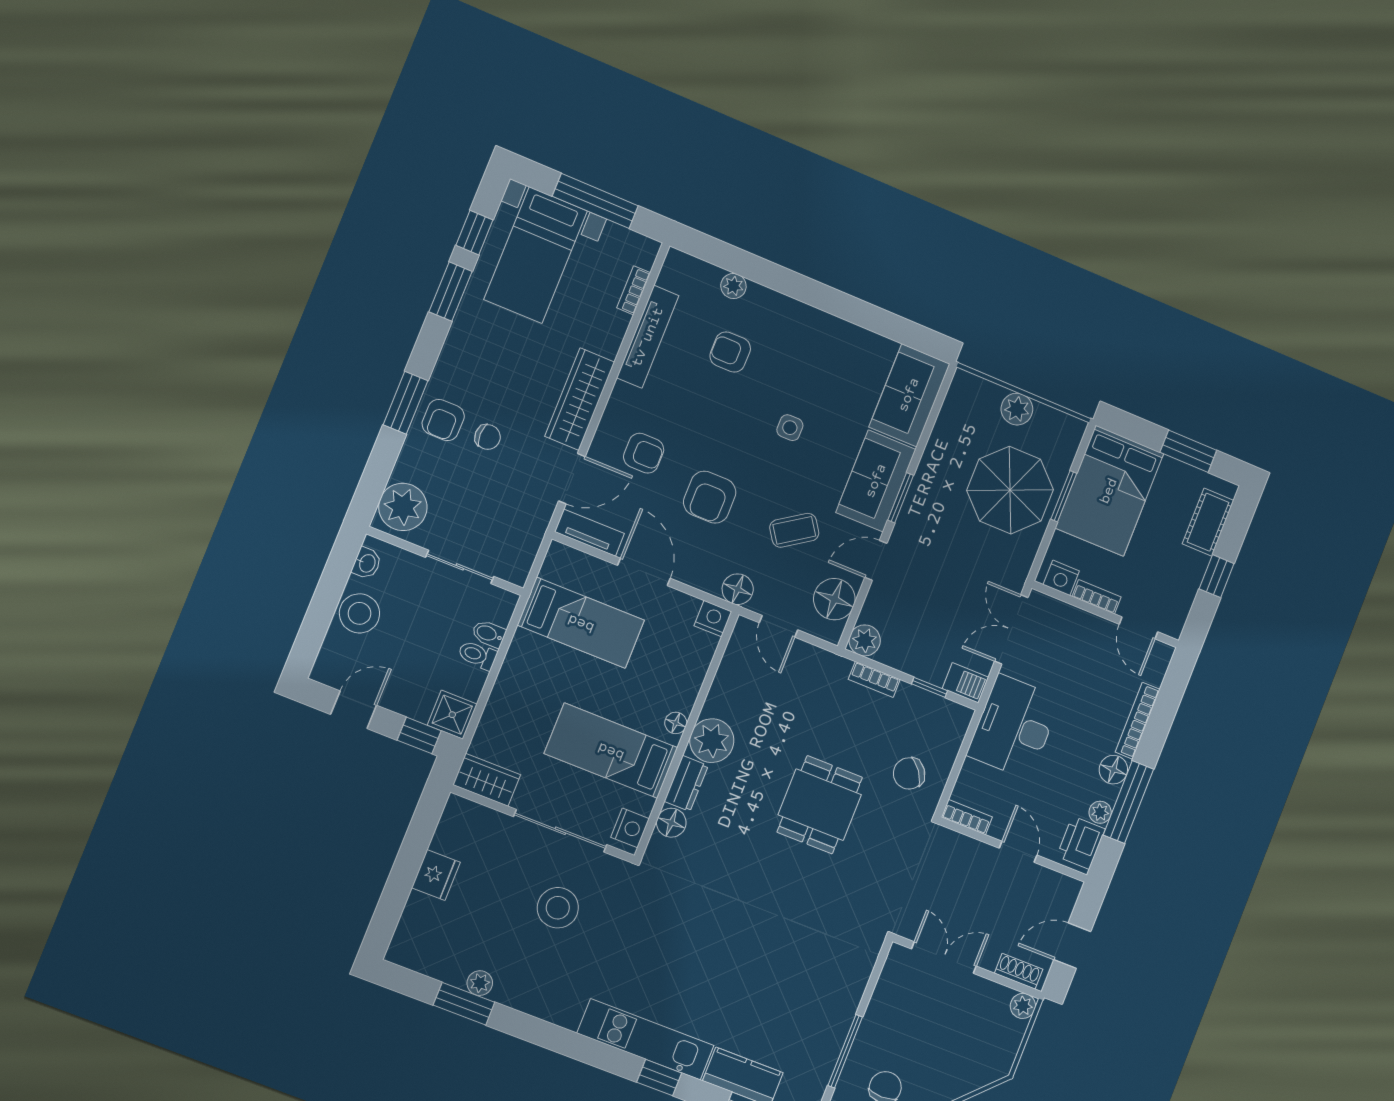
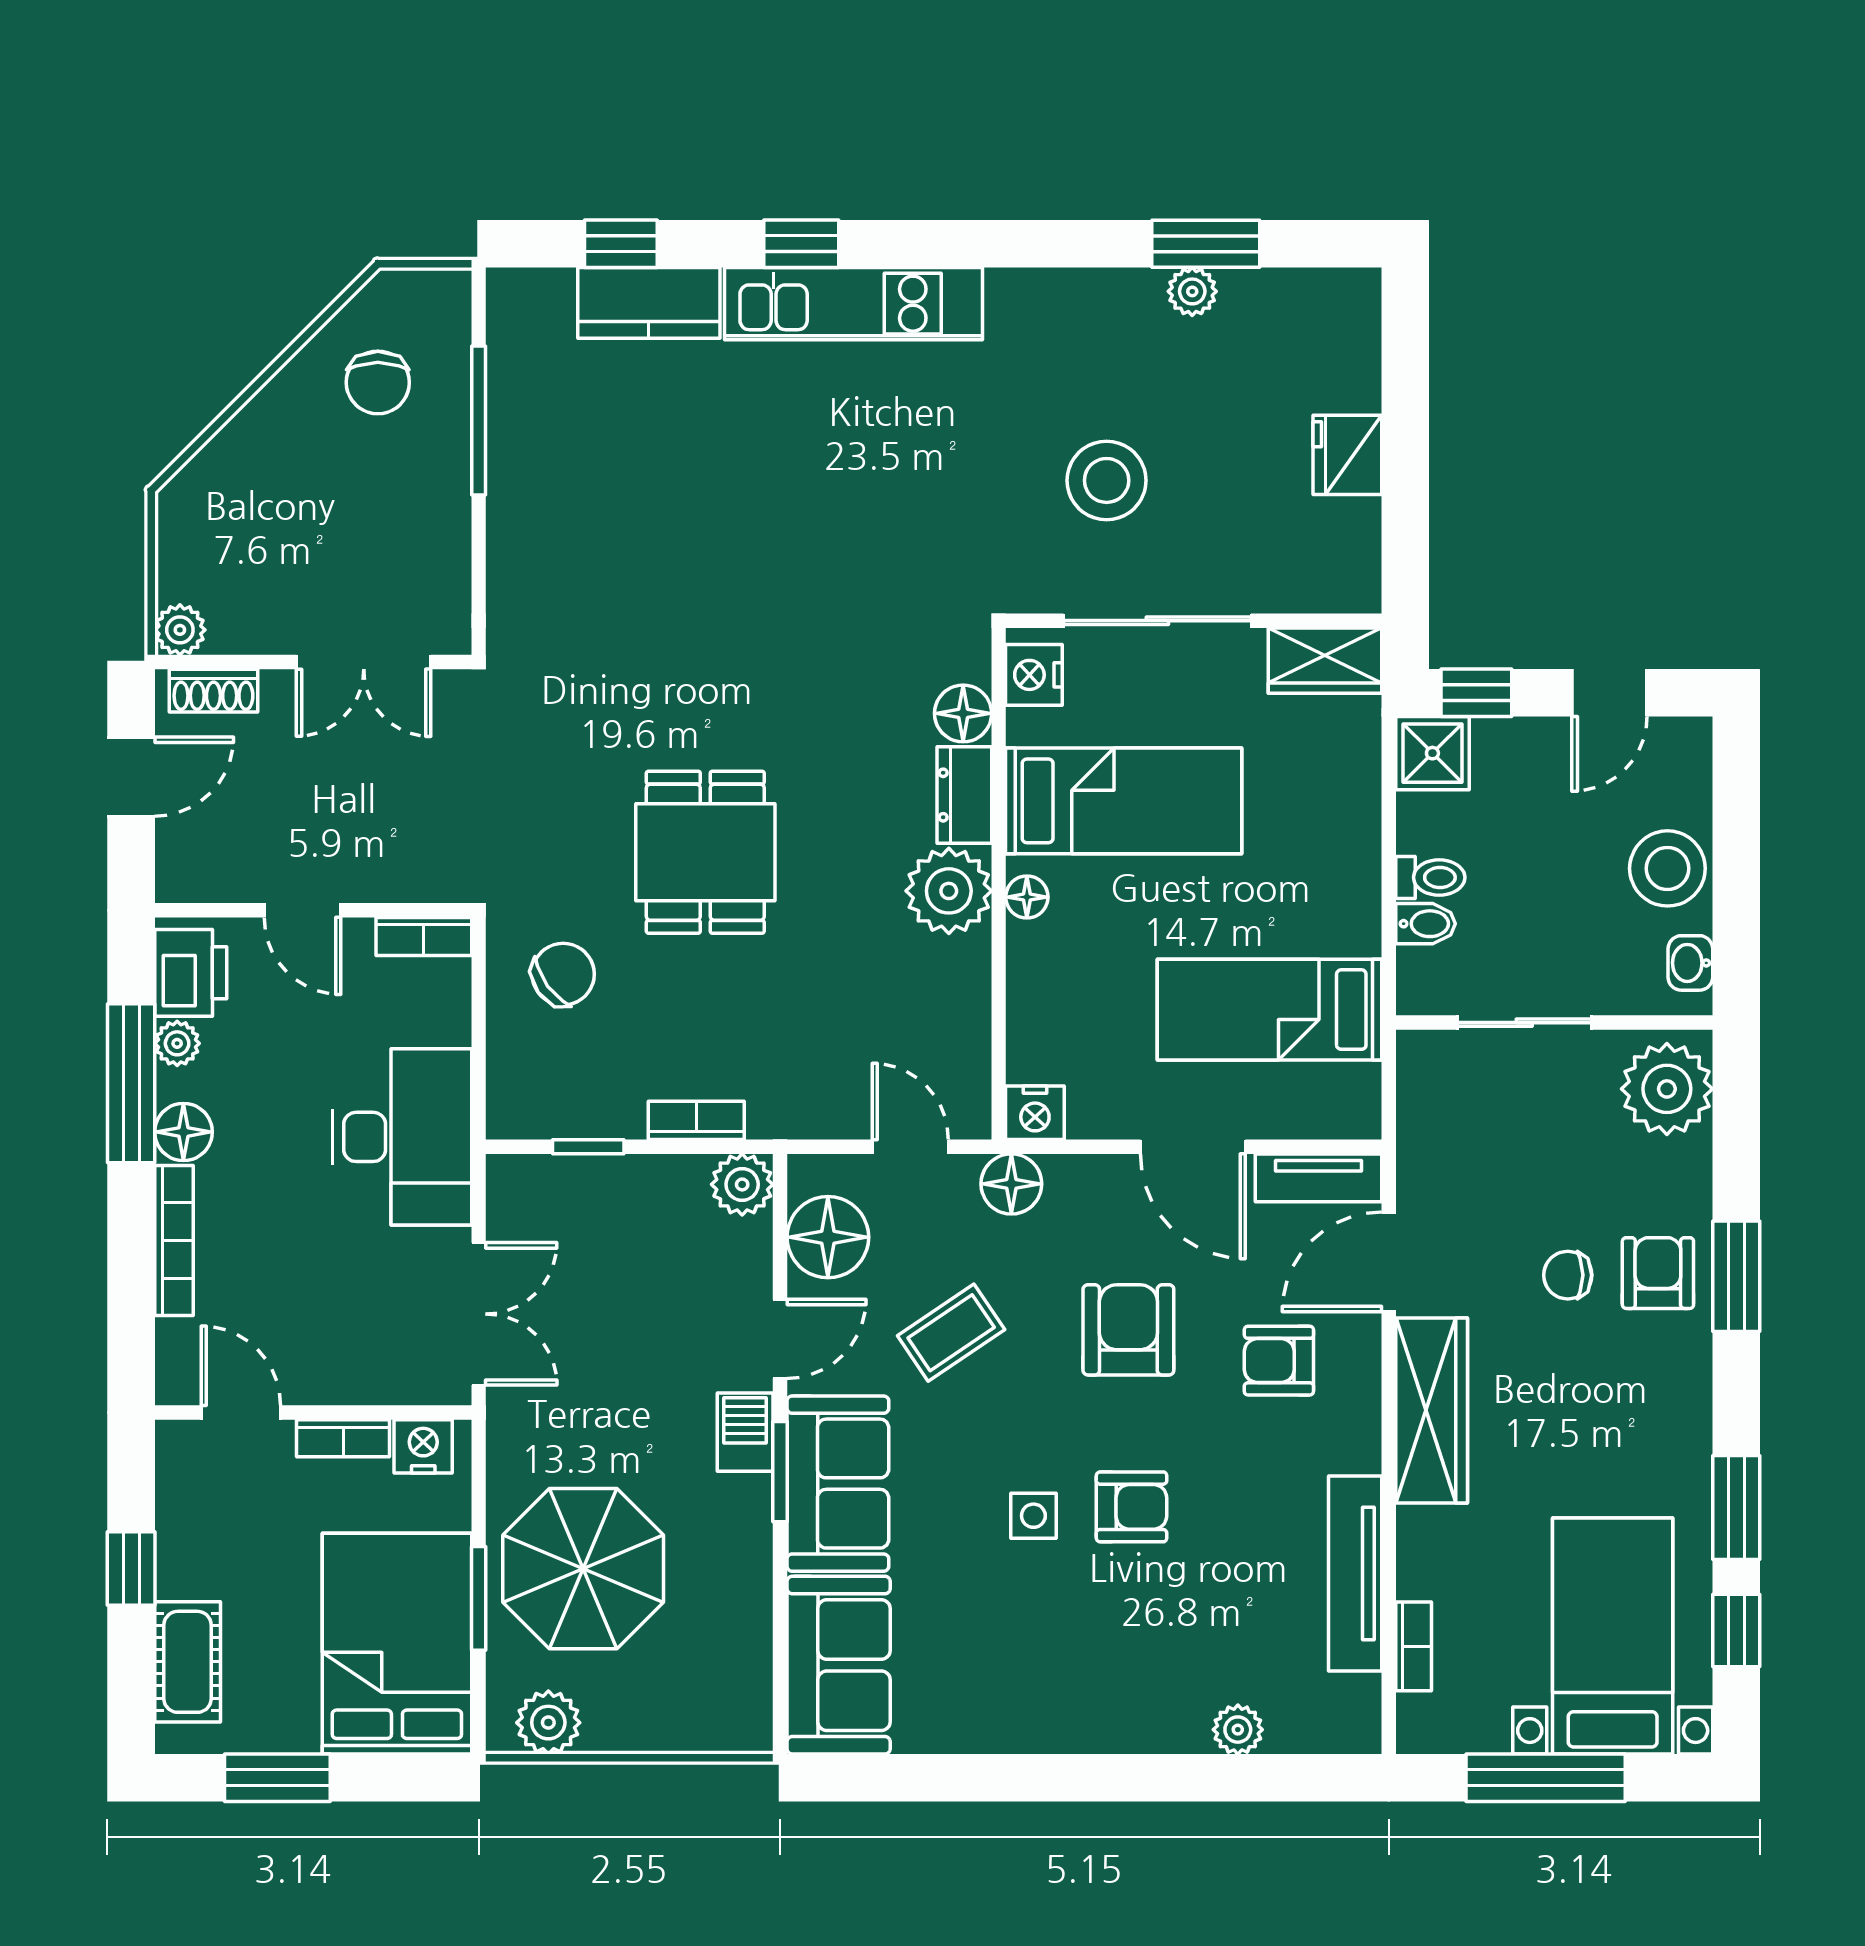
armchair: (730, 352) -> (1132, 1507), moved
plant: (1017, 409) -> (548, 1723), moved
barbecue: (965, 683) -> (745, 1432), moved, turned 90

